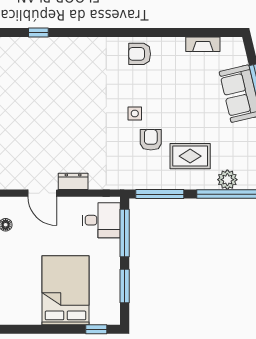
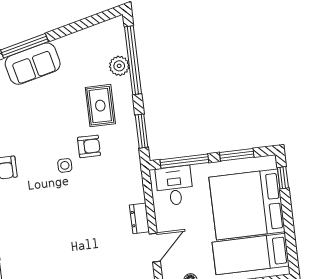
armchair: (151, 140) -> (89, 146), turned 180
window: (160, 194) -> (142, 131), width x0.69
bed: (24, 288) -> (251, 254), added
bed: (66, 290) -> (247, 204), width x1.36

